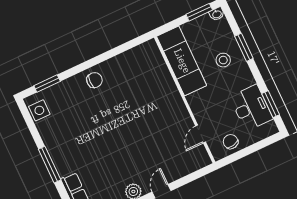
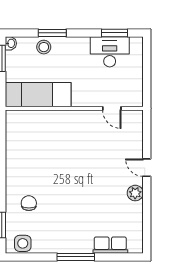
stool: (223, 60) -> (44, 47), moved
chair: (94, 80) -> (29, 203), moved
chair: (231, 142) -> (131, 85), removed

